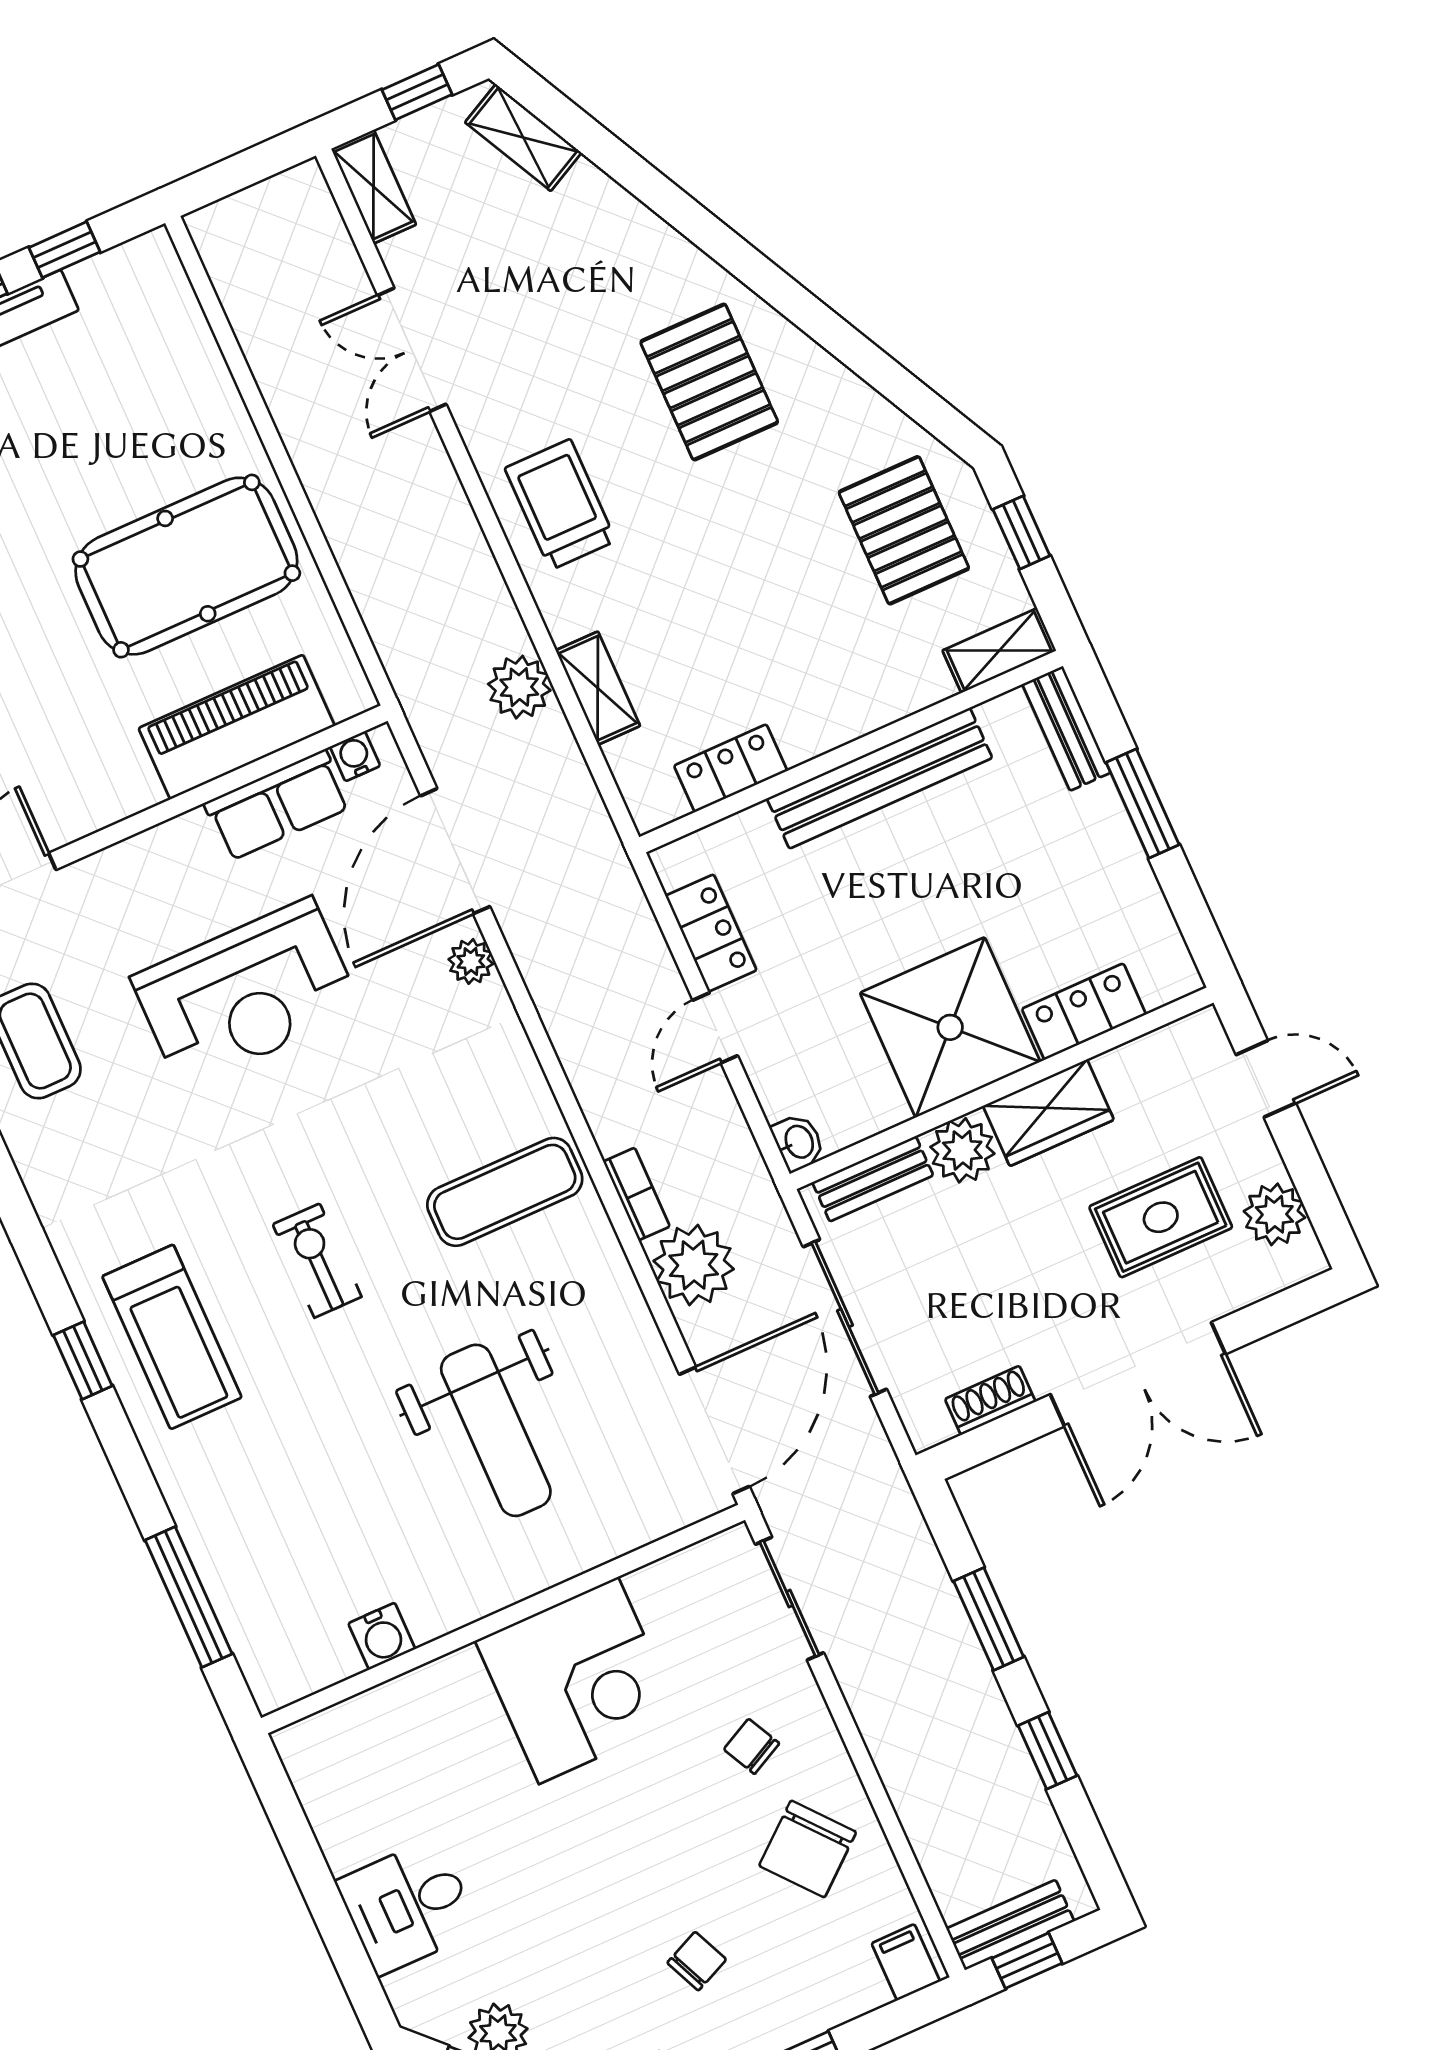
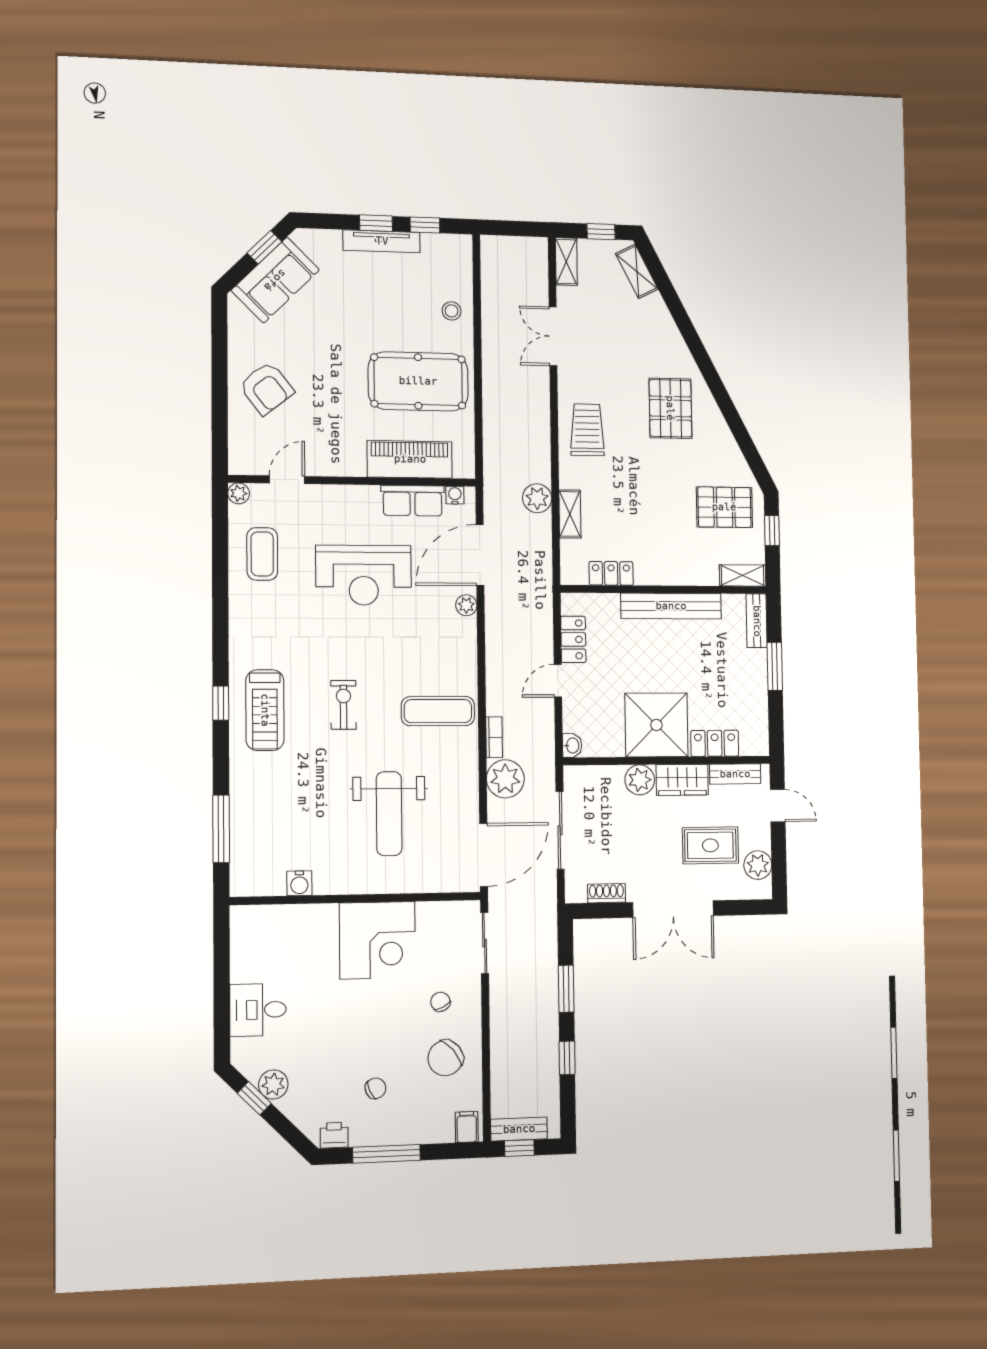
stool: (191, 395) -> (452, 311), added
pallet: (904, 530) -> (724, 507), turned 90
bench: (873, 1179) -> (735, 774), moved

